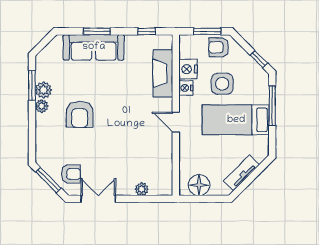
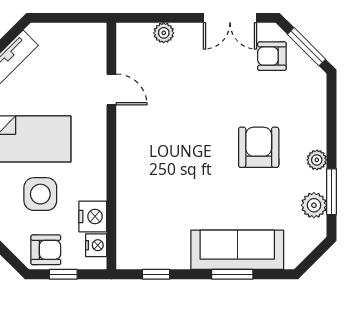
window: (207, 31) -> (63, 274), width x0.67
fireplace: (163, 73) -> (131, 210), removed
nightstand: (186, 88) -> (96, 245), moved
plant: (43, 90) -> (314, 205), moved
door: (176, 122) -> (111, 89), moved
floor lamp: (199, 185) -> (76, 39), removed

